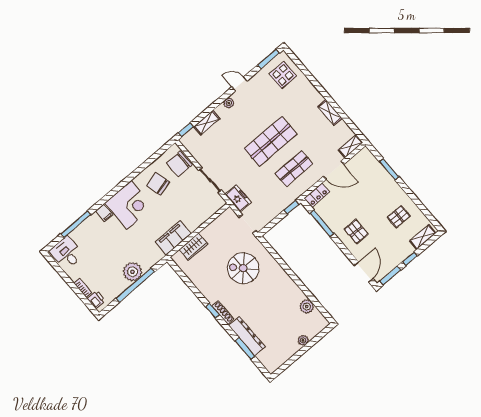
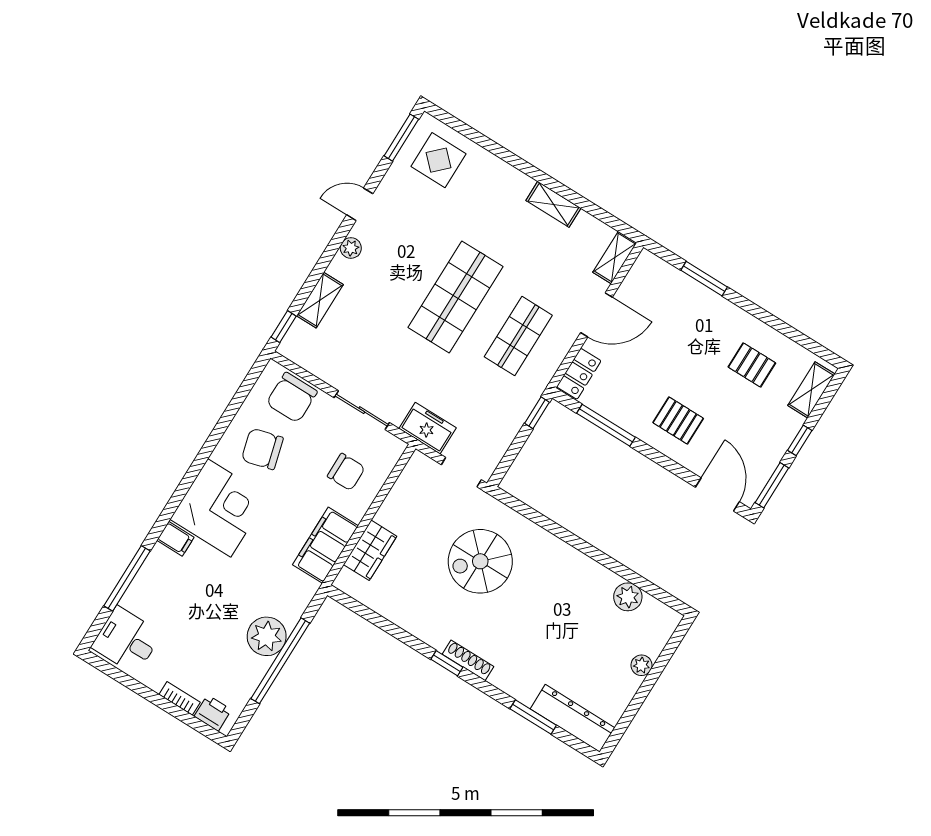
chair: (194, 207) -> (346, 472), added
pallet: (399, 217) -> (752, 365), turned 90
dresser: (247, 336) -> (573, 718), moved

